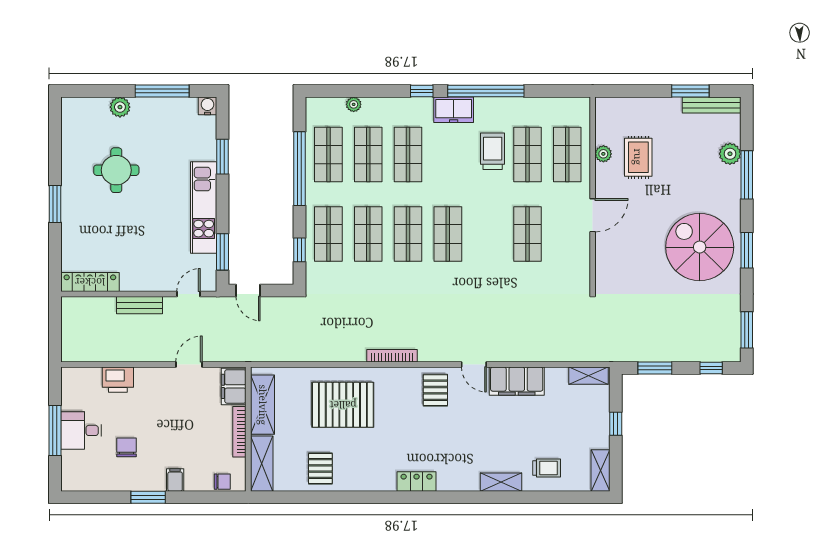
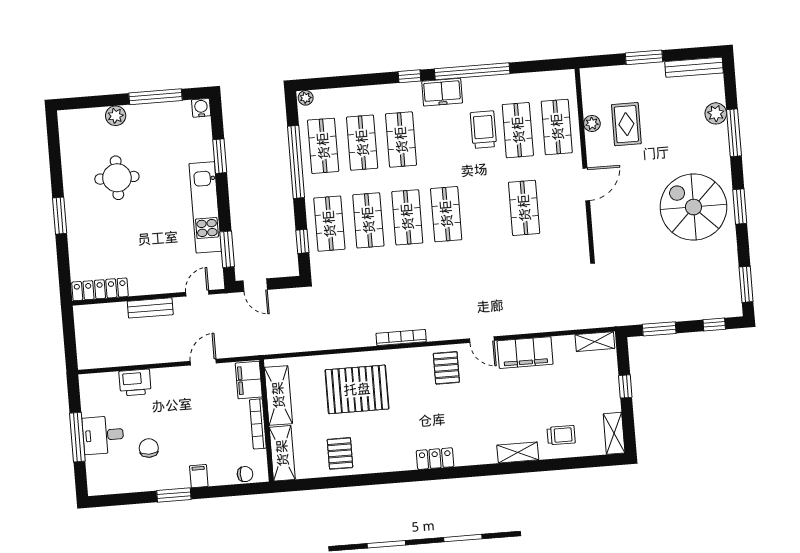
window: (690, 91) -> (644, 57), moved
plant: (354, 104) -> (306, 98), moved

